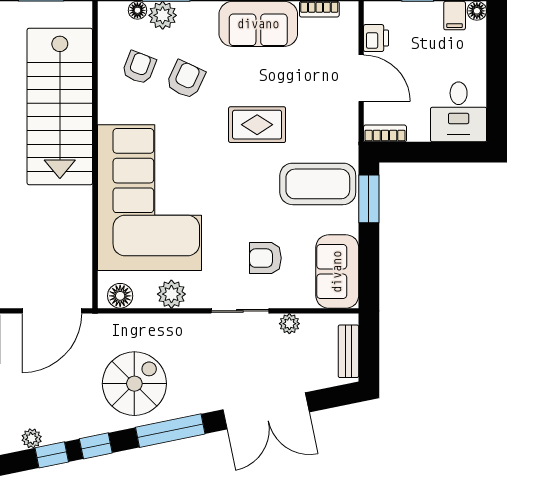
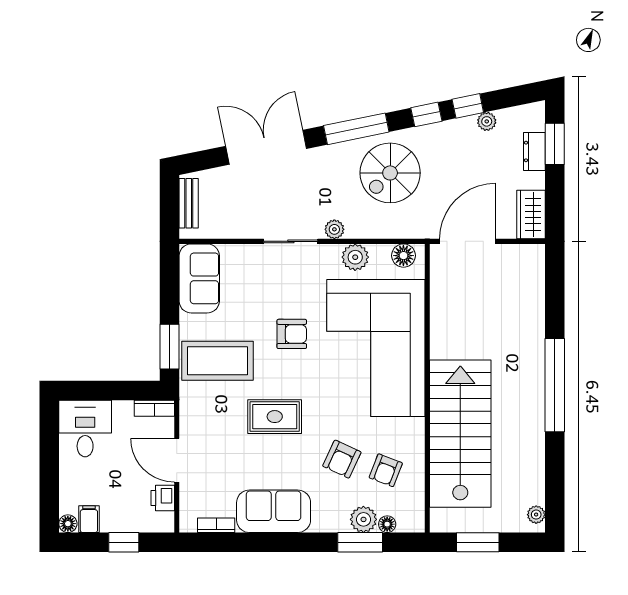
armchair: (265, 258) -> (292, 334), moved
plant: (289, 324) -> (334, 229), moved

